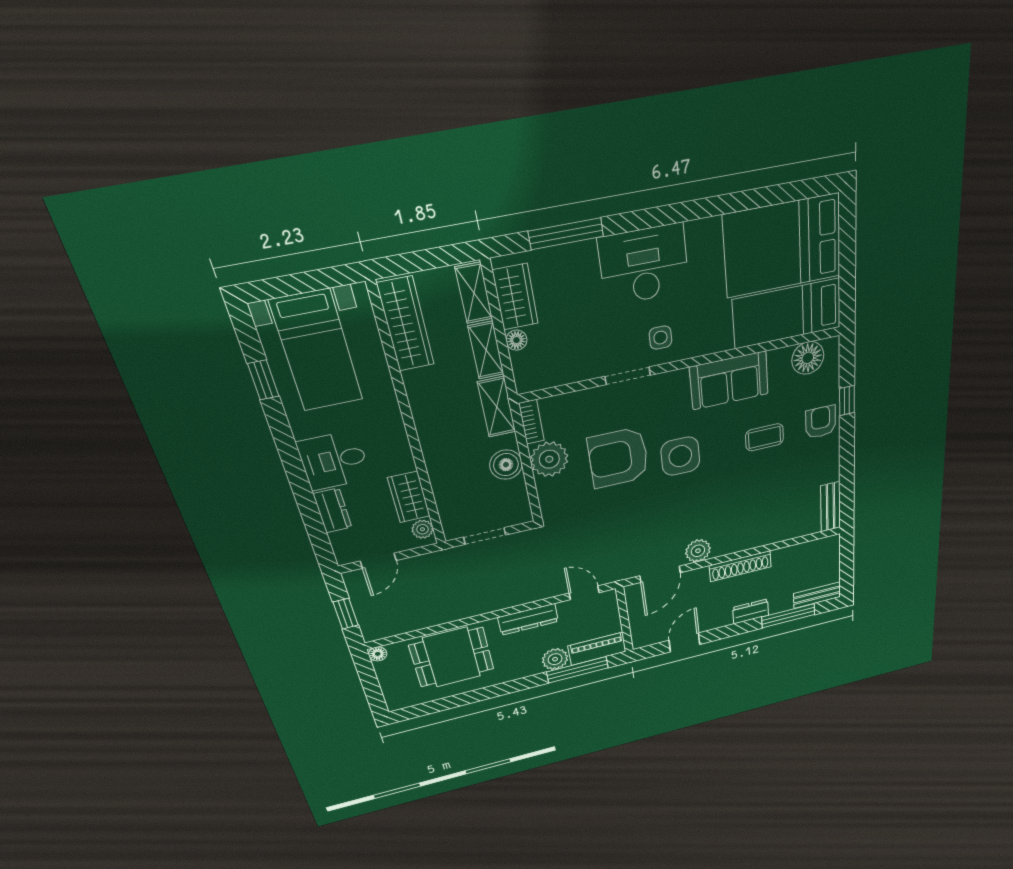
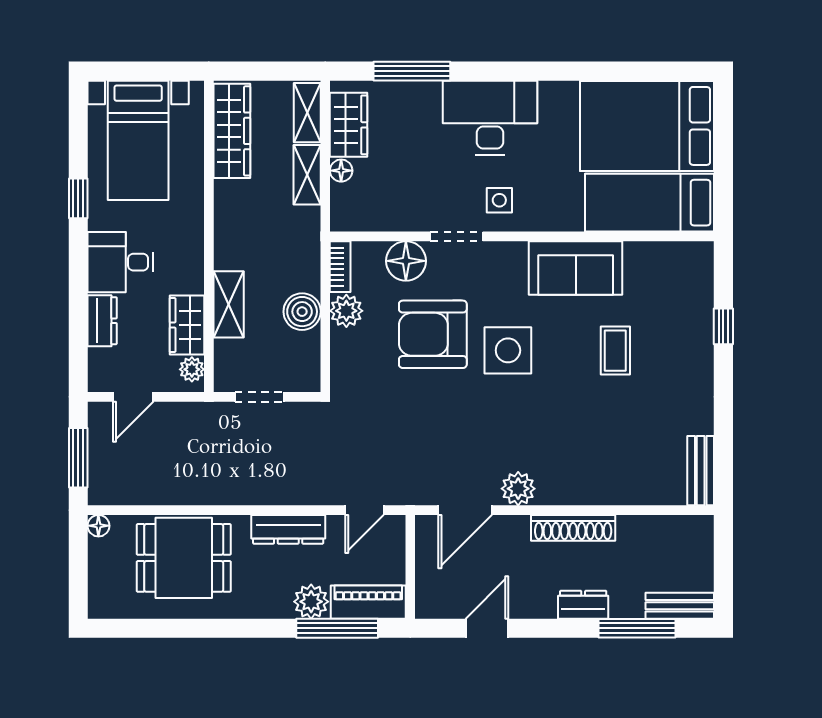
floor lamp: (808, 358) -> (406, 261), moved
window: (263, 380) -> (78, 198), moved
shelving: (497, 407) -> (229, 304), moved
armchair: (821, 422) -> (689, 347), removed
coffee table: (765, 437) -> (615, 351), turned 90
plant: (549, 459) -> (346, 311), width x0.73, depth x0.73
door: (584, 593) -> (364, 510), swing flipped
window: (346, 614) -> (78, 458), width x1.50

